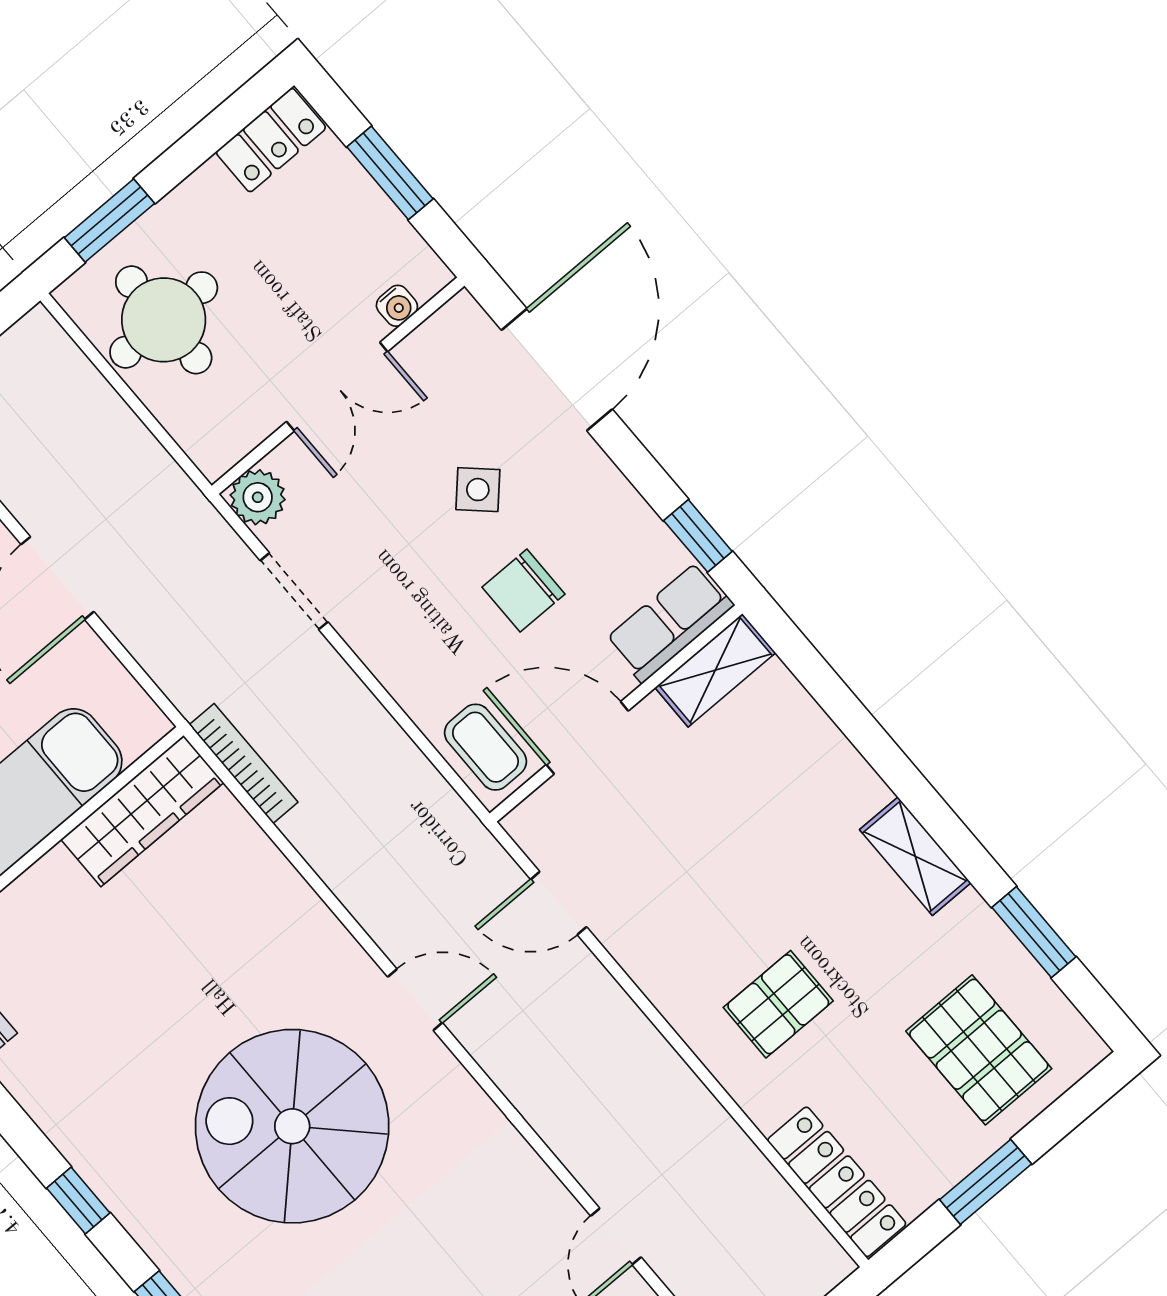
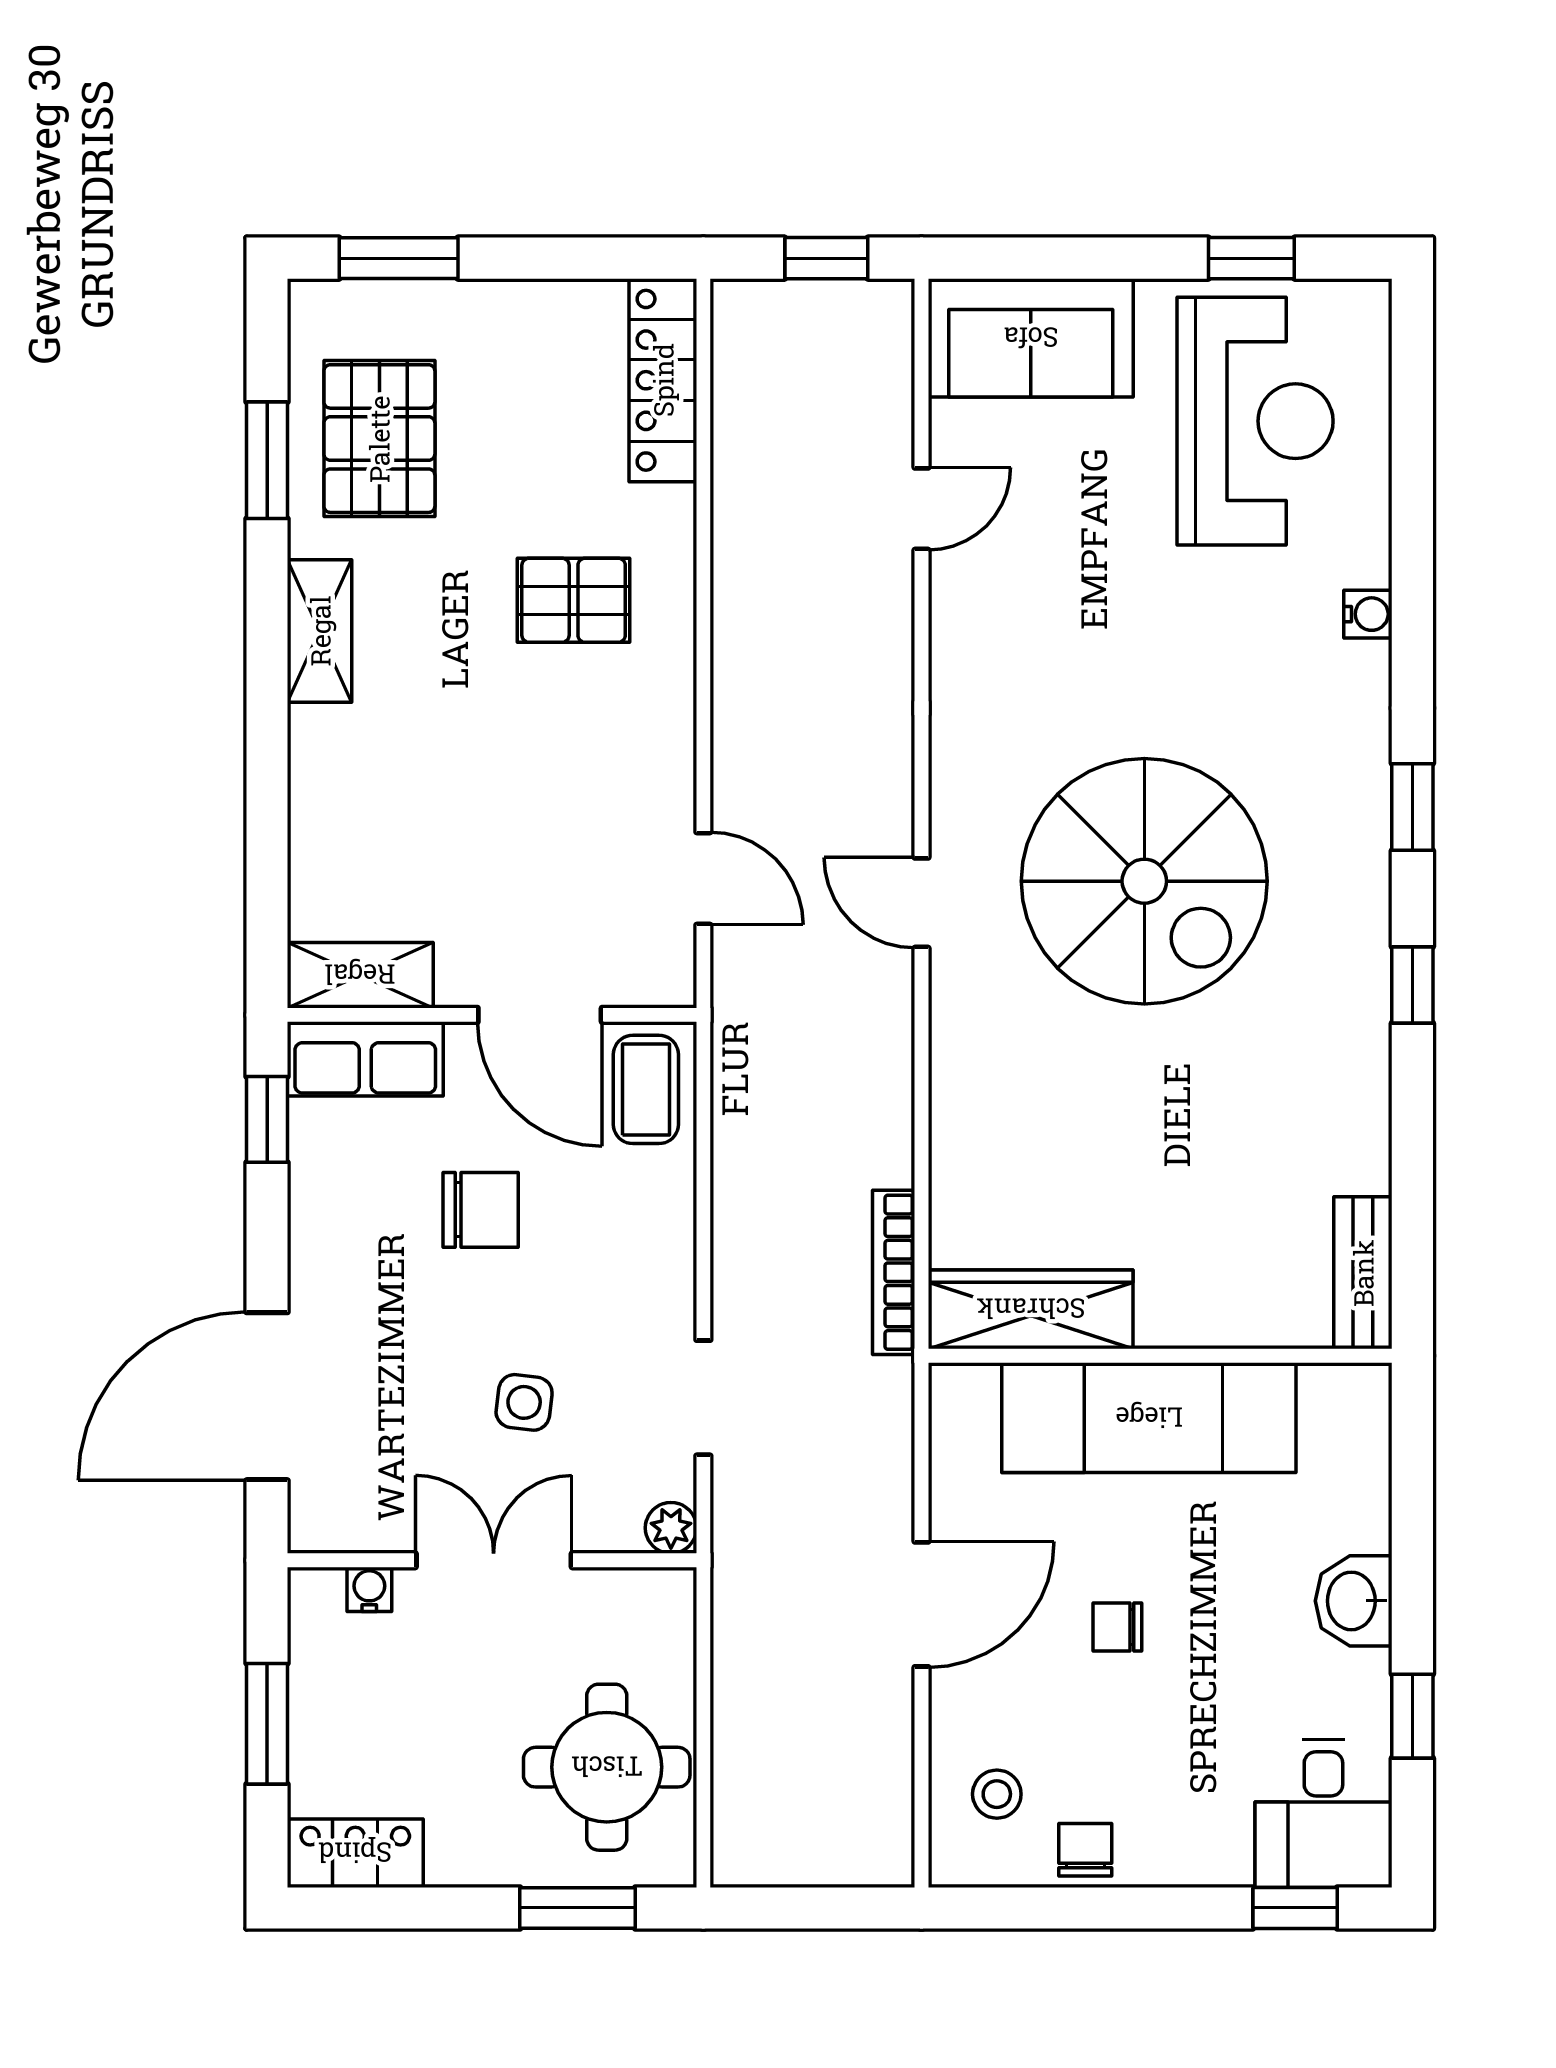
side table: (478, 490) -> (524, 1402), moved, turned -36
plant: (258, 497) -> (671, 1528), width x0.73, depth x0.73
pallet: (979, 1050) -> (379, 439), moved
window: (986, 1182) -> (399, 258), moved

